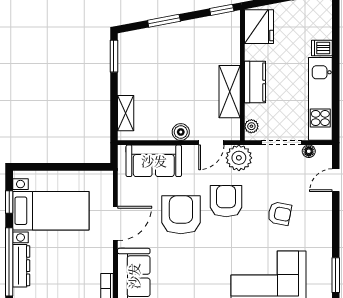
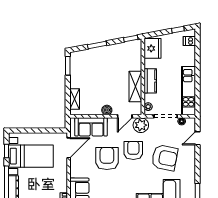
dishwasher: (322, 48) -> (189, 41), moved
armchair: (280, 214) -> (165, 158), width x1.88, depth x1.88
door: (115, 223) -> (69, 148), moved

